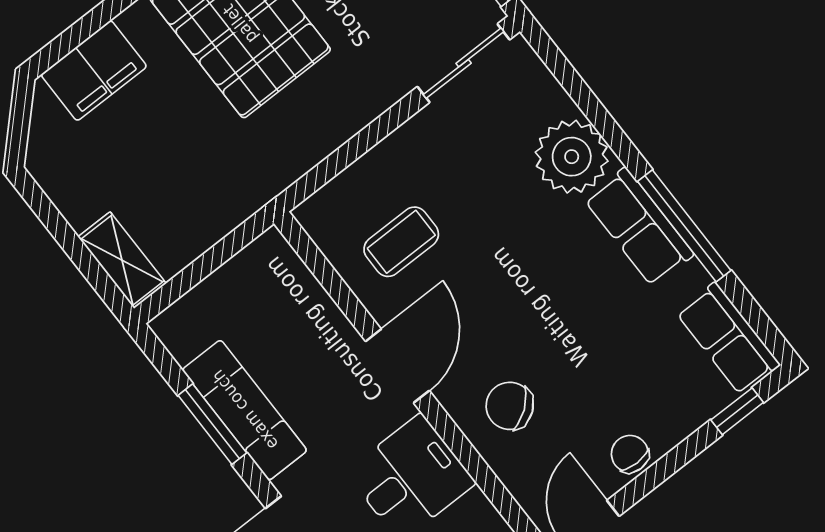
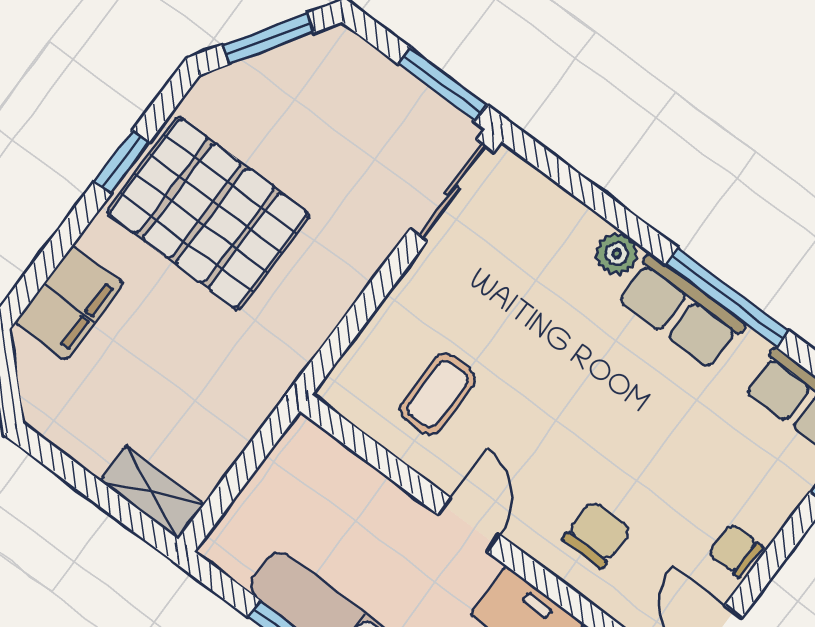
plant: (572, 157) -> (617, 254), width x0.53, depth x0.53
door: (397, 366) -> (469, 525), width x0.73
chair: (510, 406) -> (597, 534), turned 127

